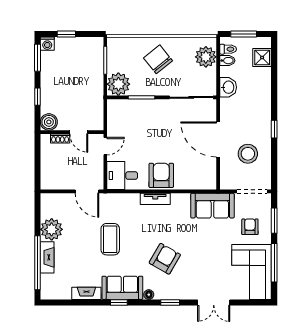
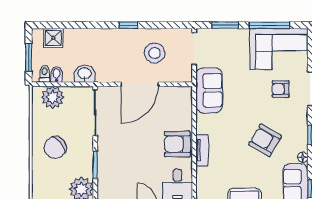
armchair: (250, 227) -> (281, 89), moved

